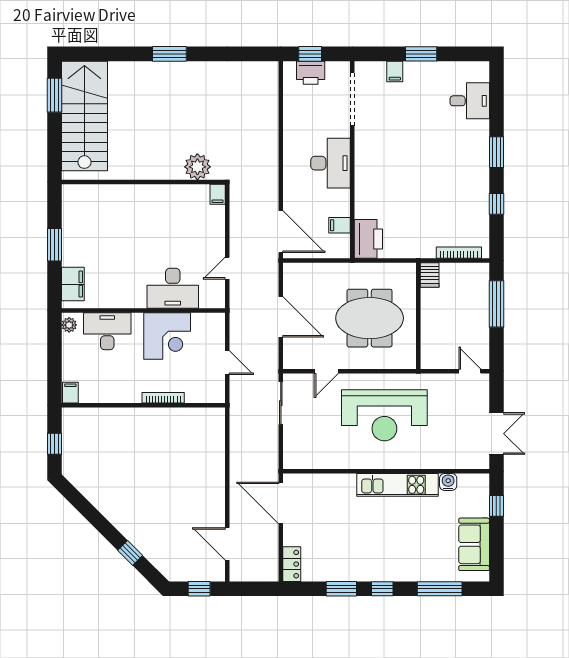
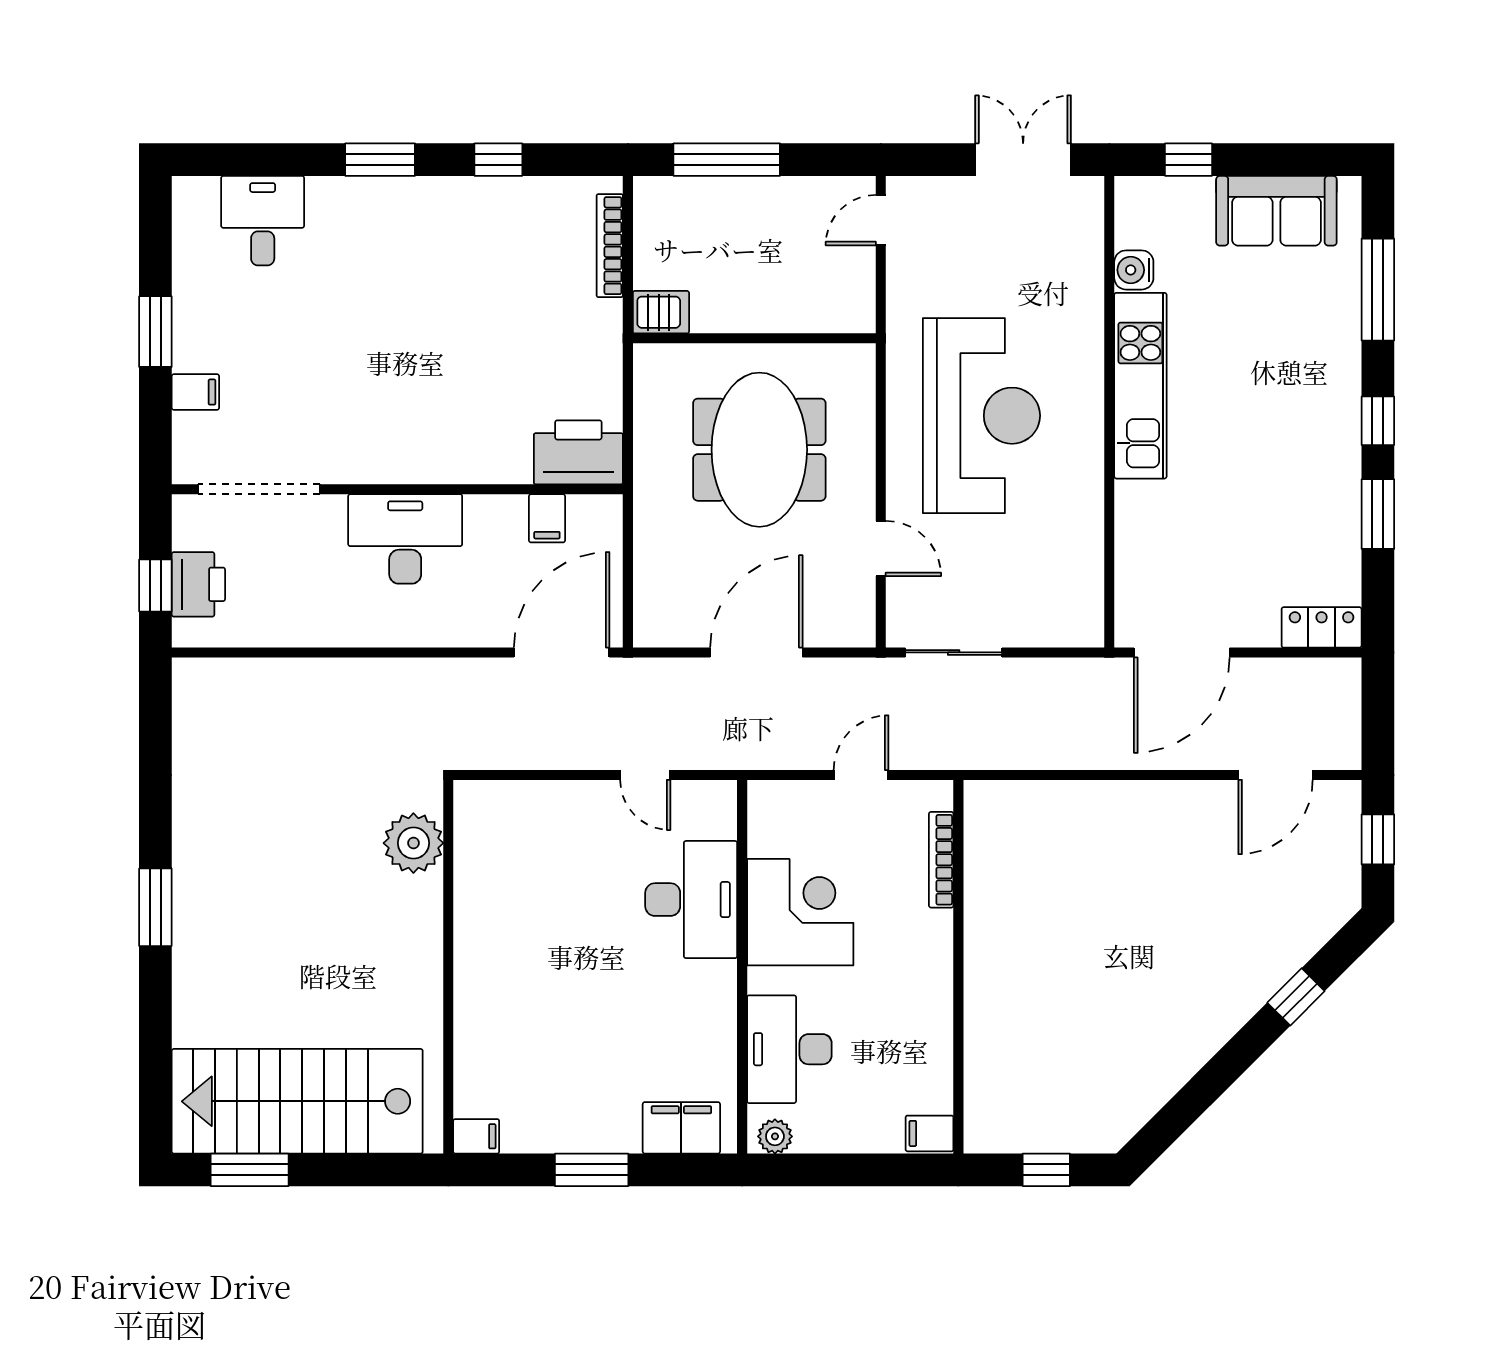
filing cabinet: (218, 194) -> (476, 1136), moved
bookcase: (163, 398) -> (941, 860), moved

